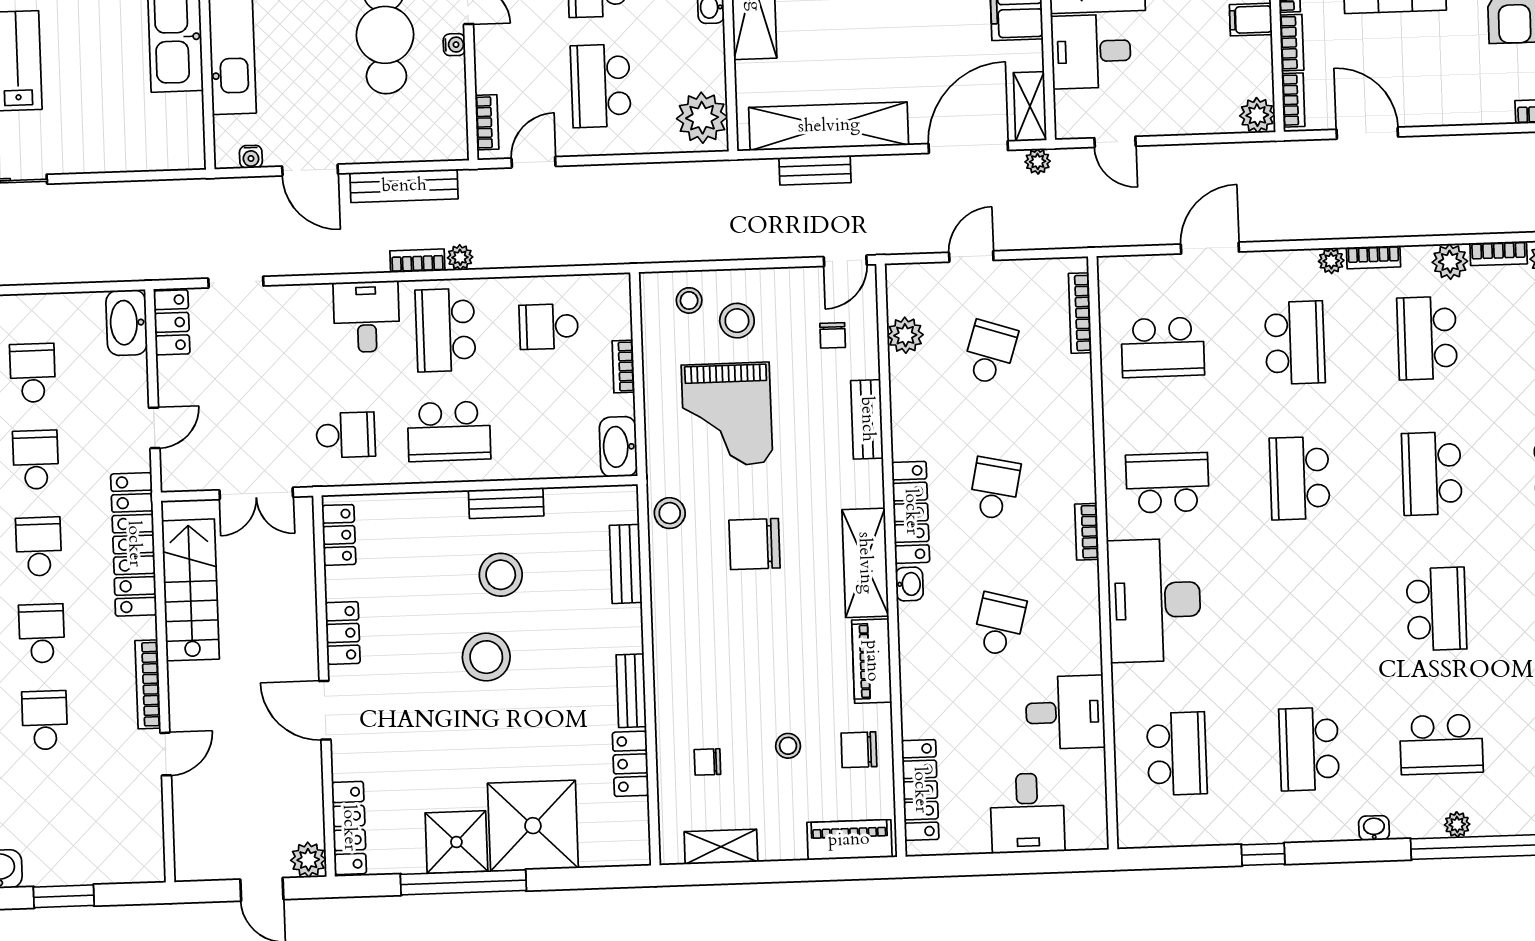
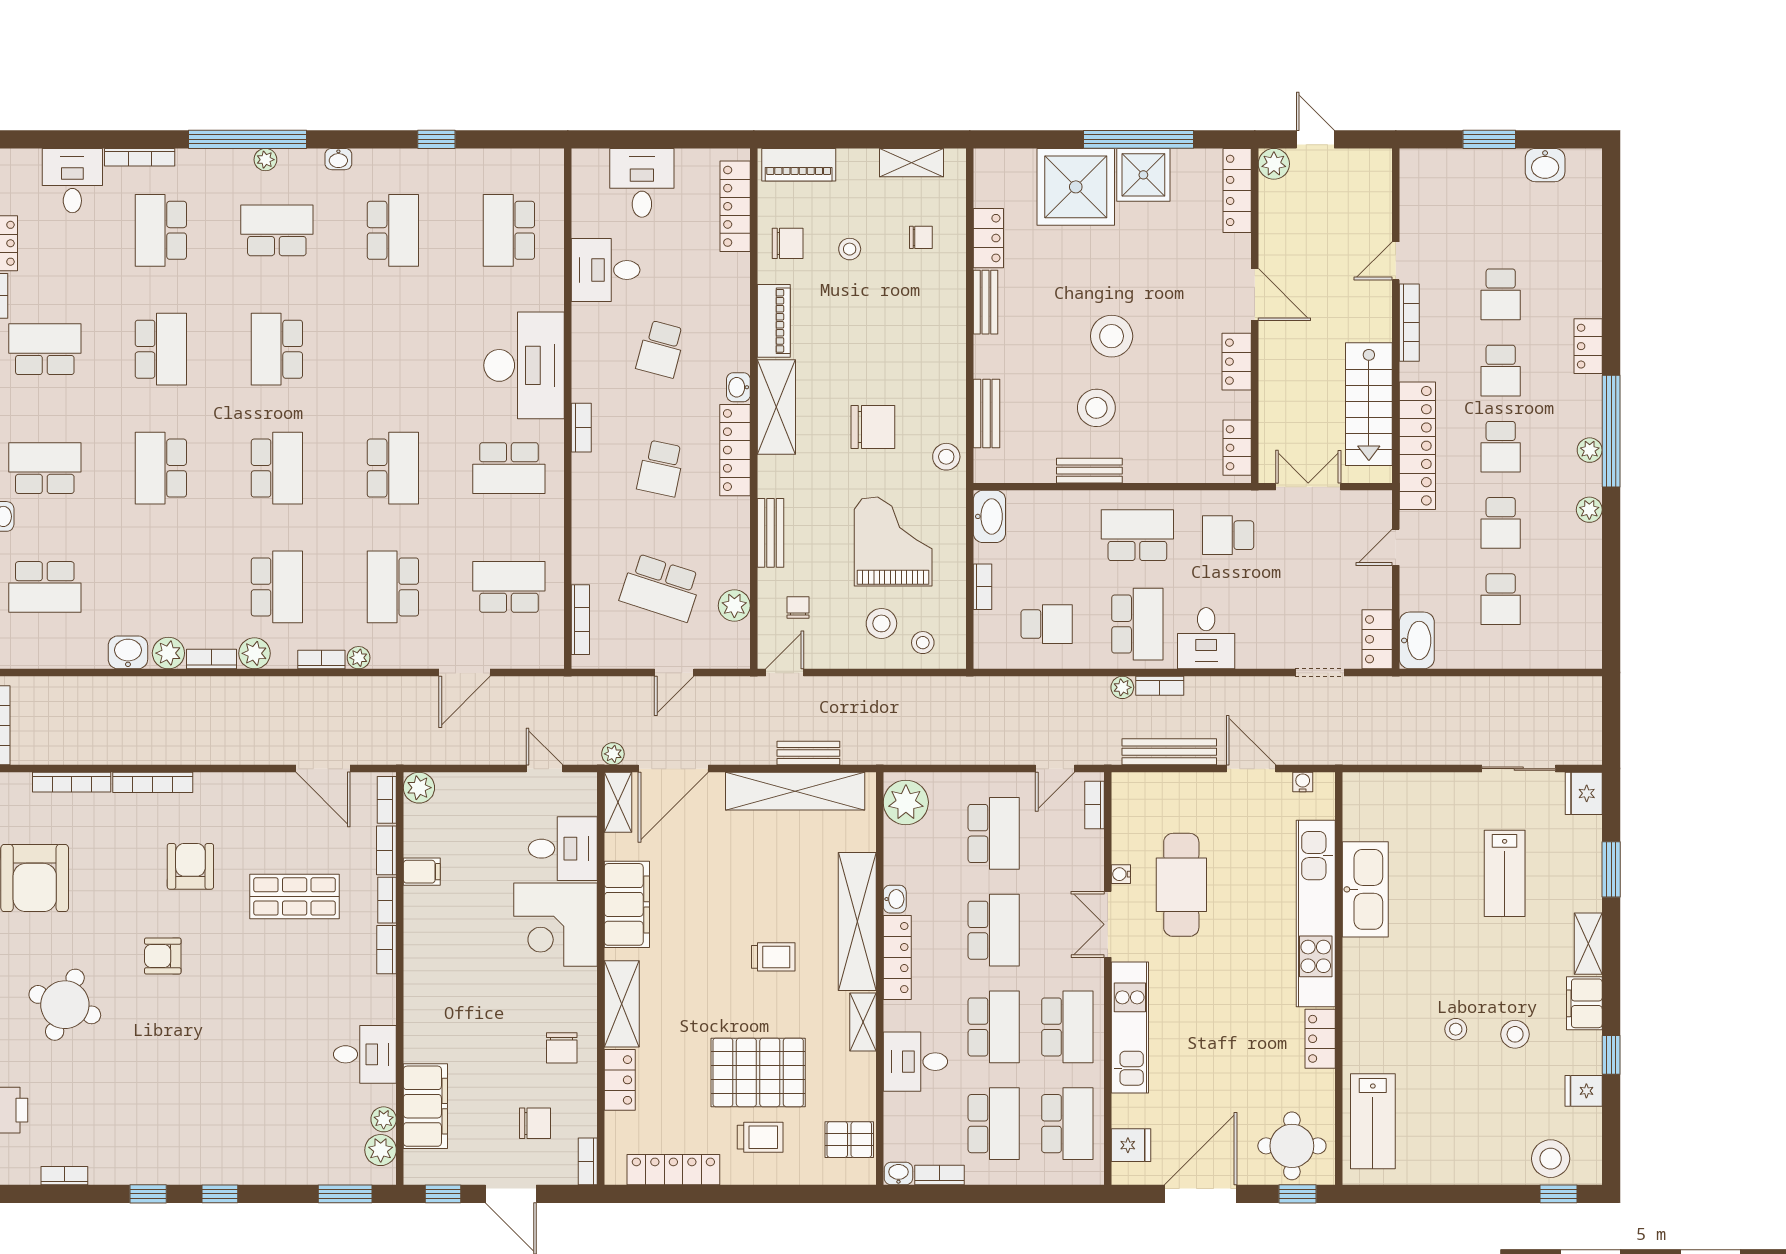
school desk: (990, 353) -> (661, 588), width x1.85

